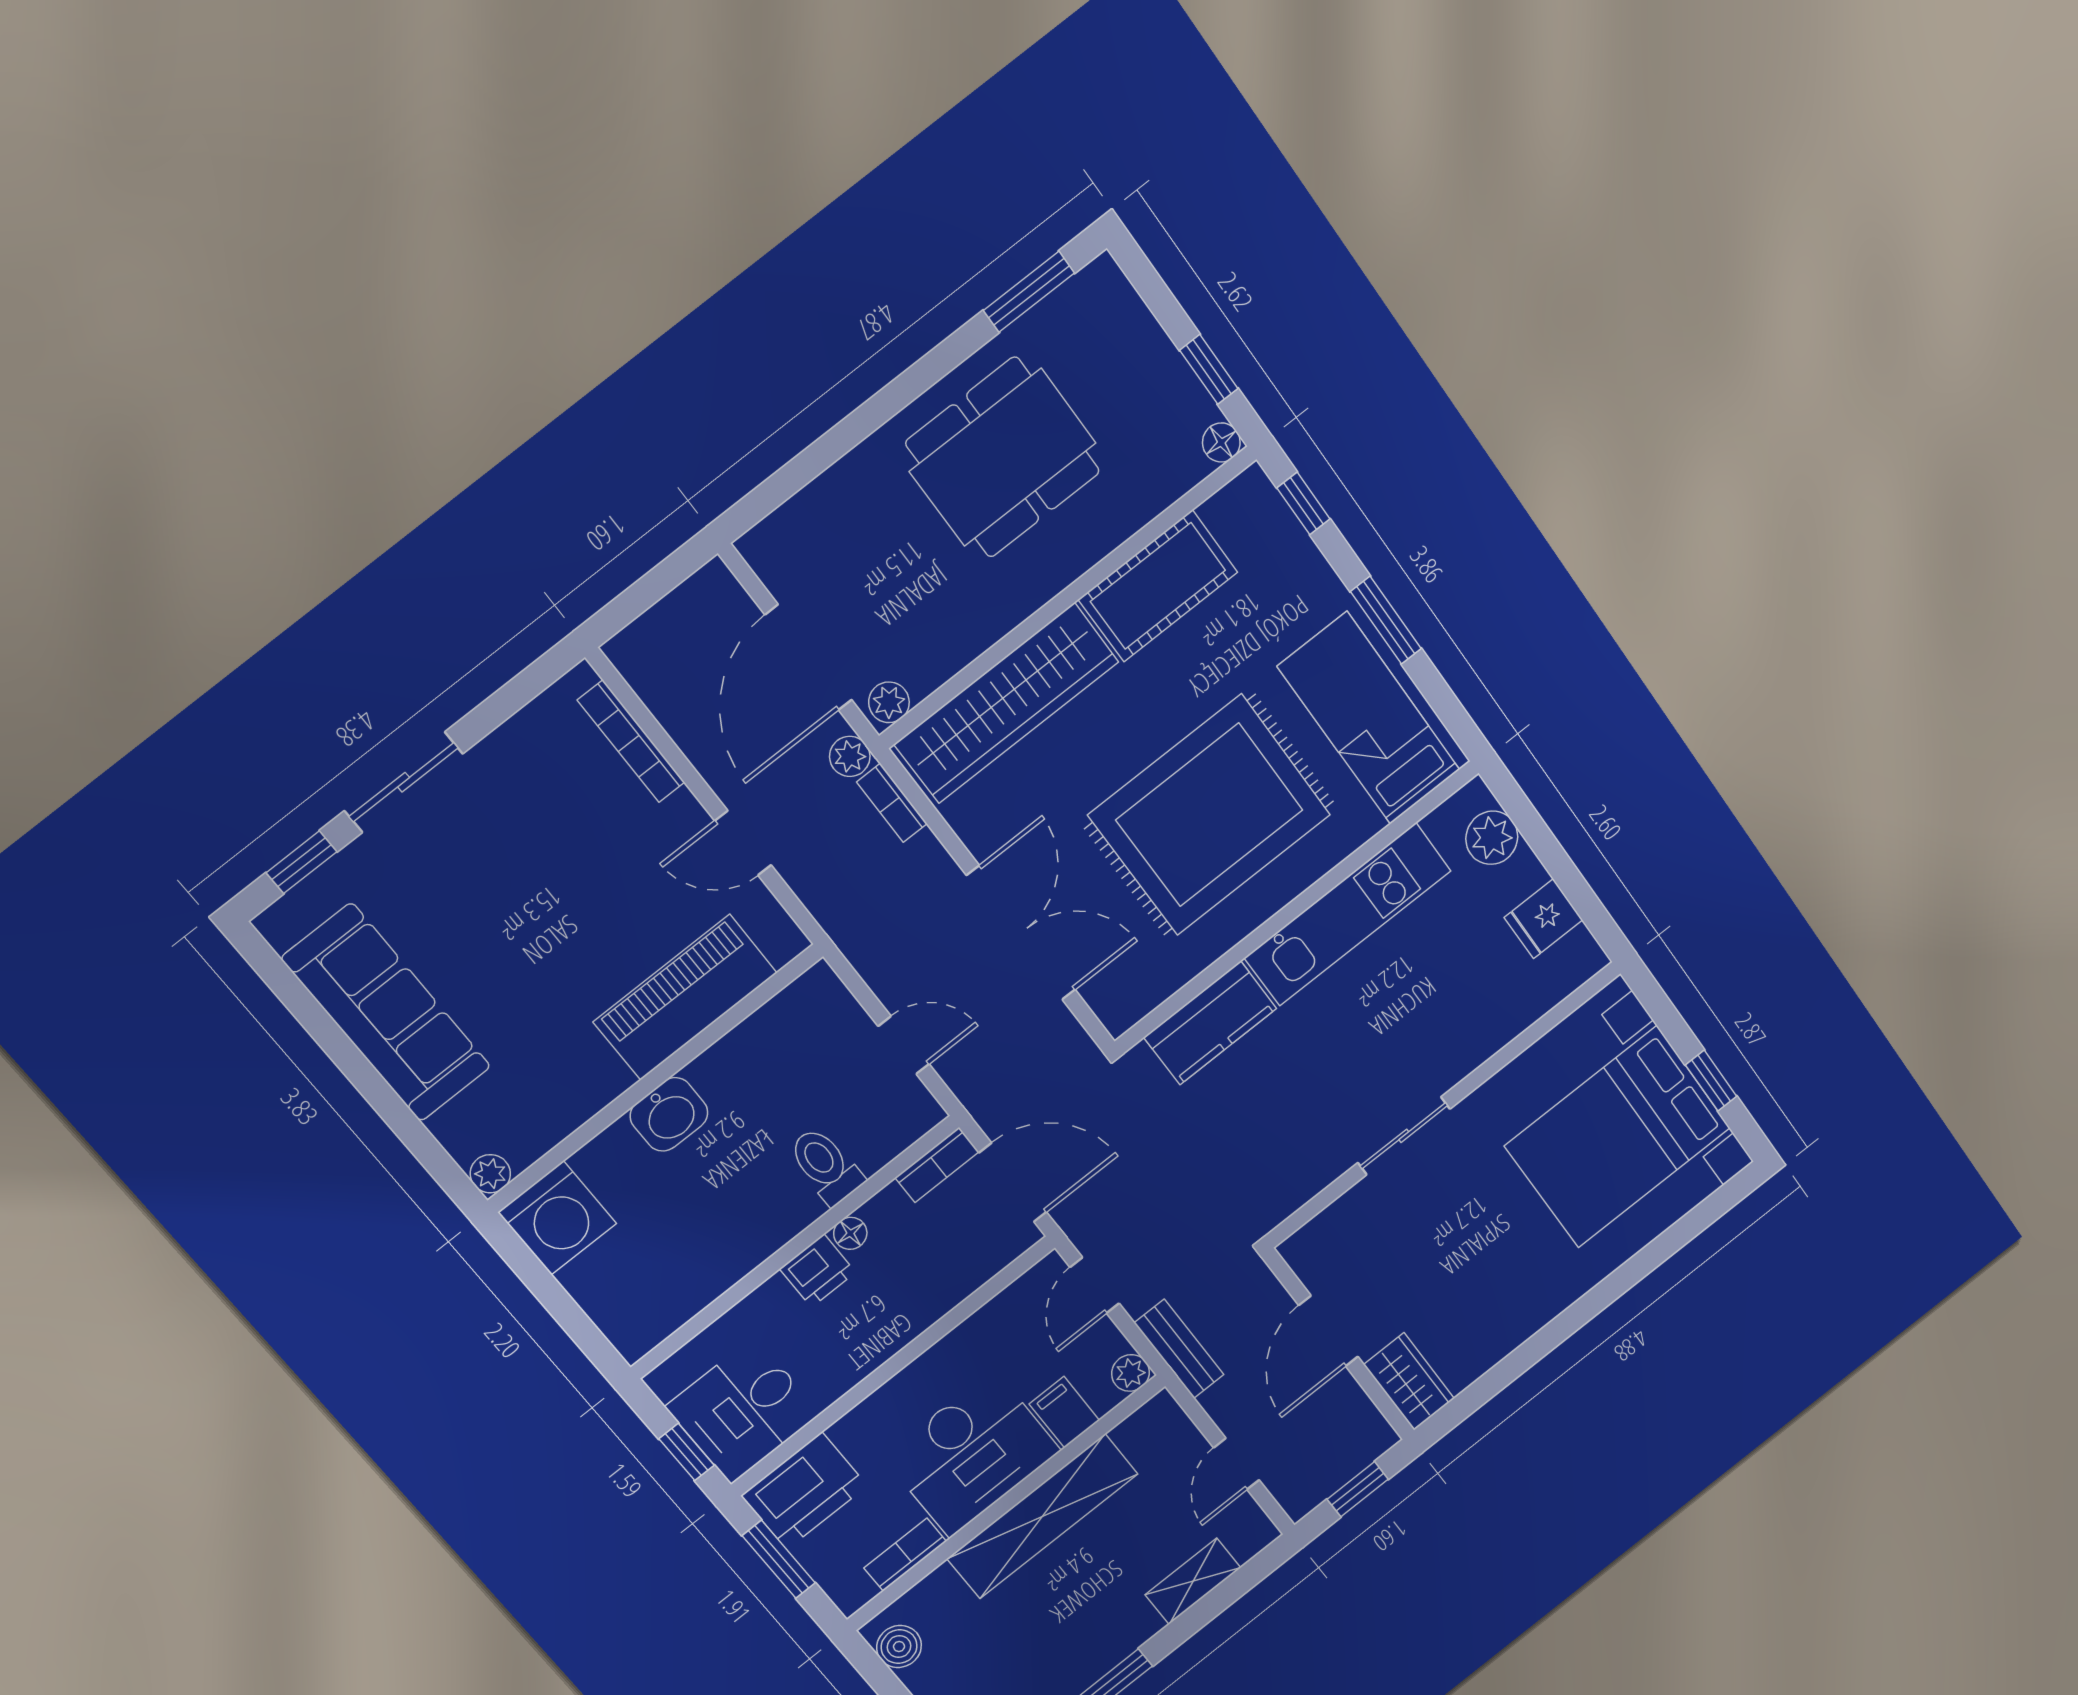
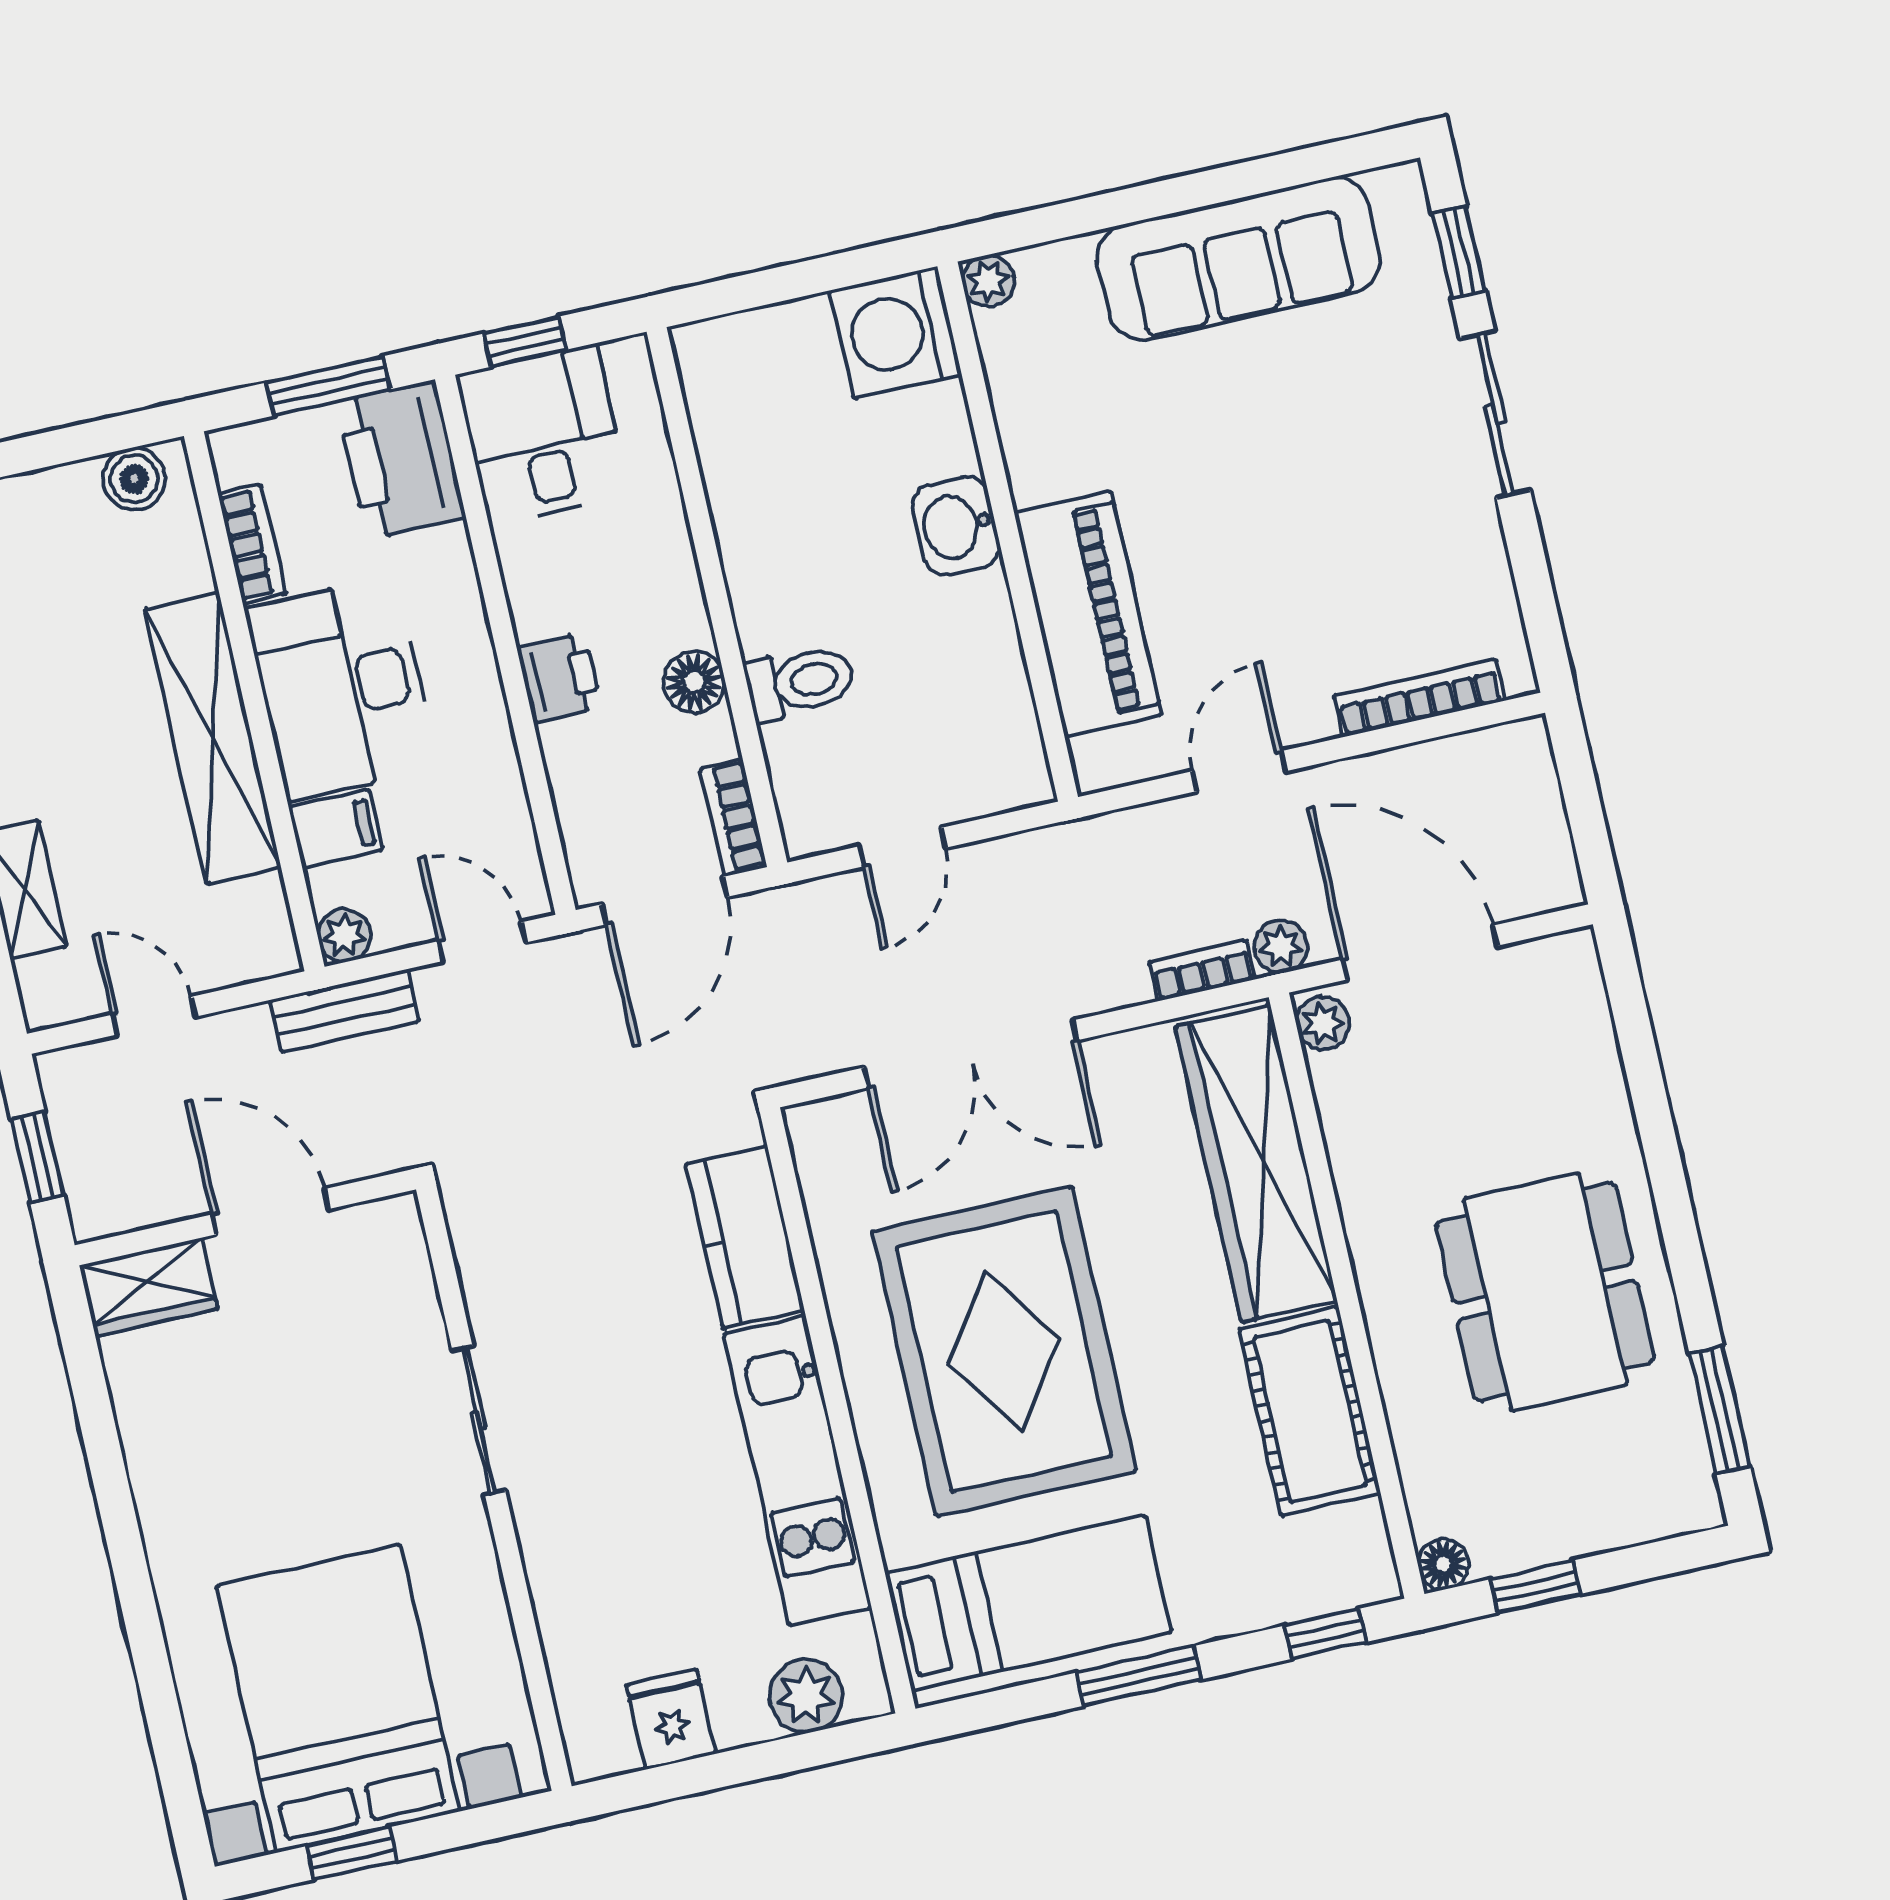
floor lamp: (850, 1233) -> (694, 682), width x1.37, depth x1.37
printer: (818, 1271) -> (559, 678), moved, turned 180

